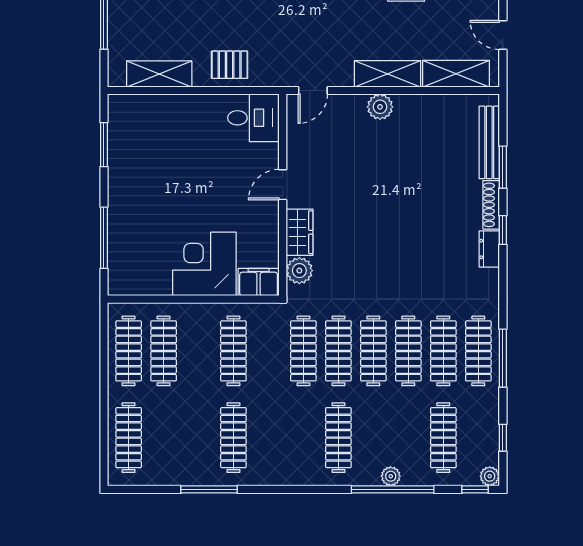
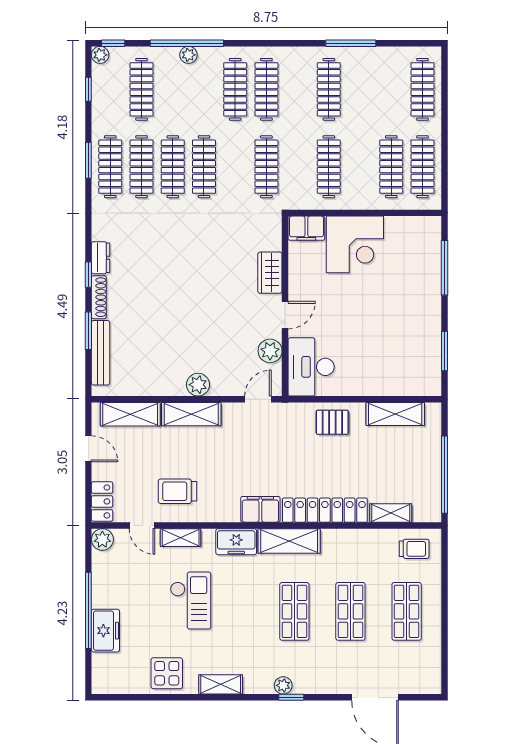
desk: (253, 118) -> (311, 367), width x1.37
plant: (299, 271) -> (270, 351), moved
clothes rail: (338, 351) -> (266, 89), moved
window: (503, 358) -> (88, 160), width x0.69

